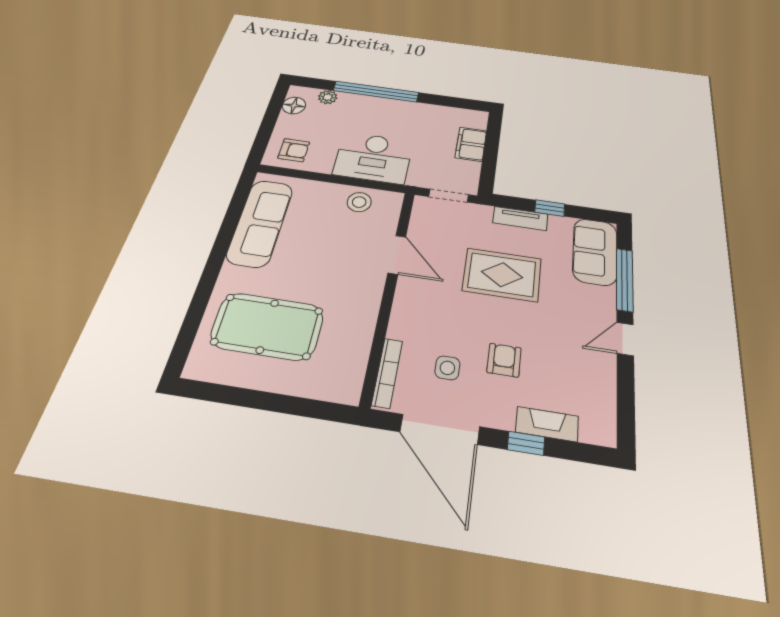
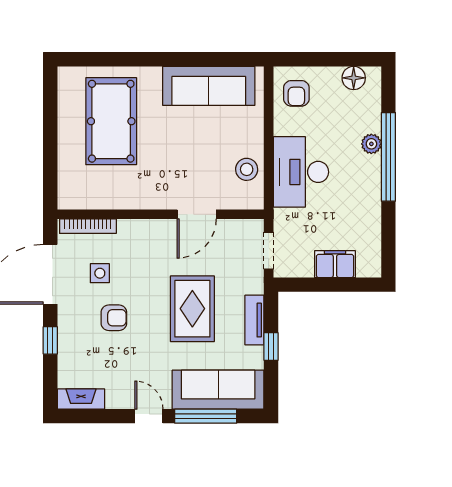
plant: (328, 97) -> (371, 144), moved
sofa: (595, 252) -> (218, 390), width x1.36
fireplace: (547, 424) -> (81, 399), moved, turned -90

